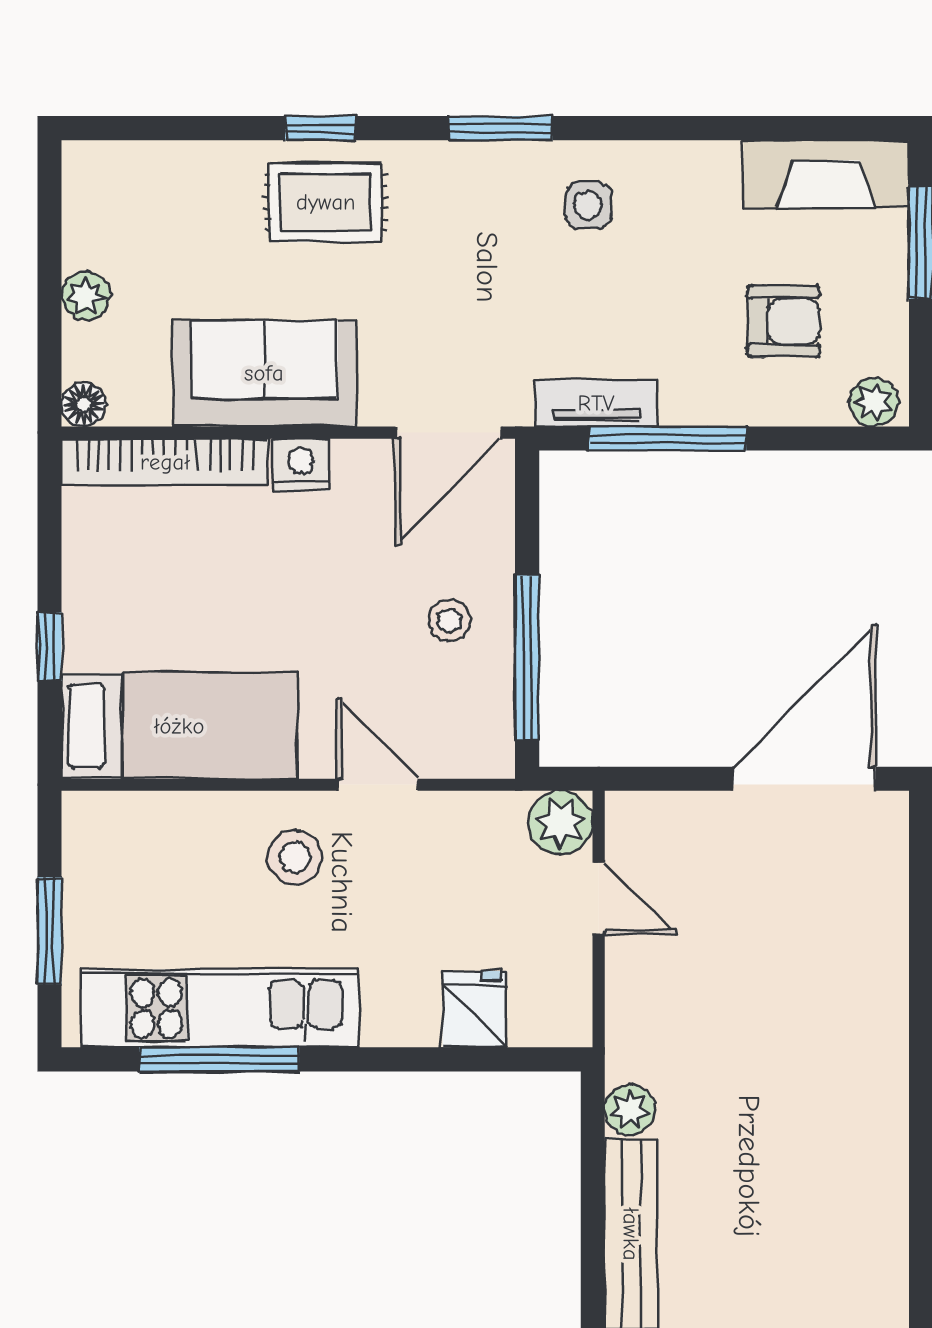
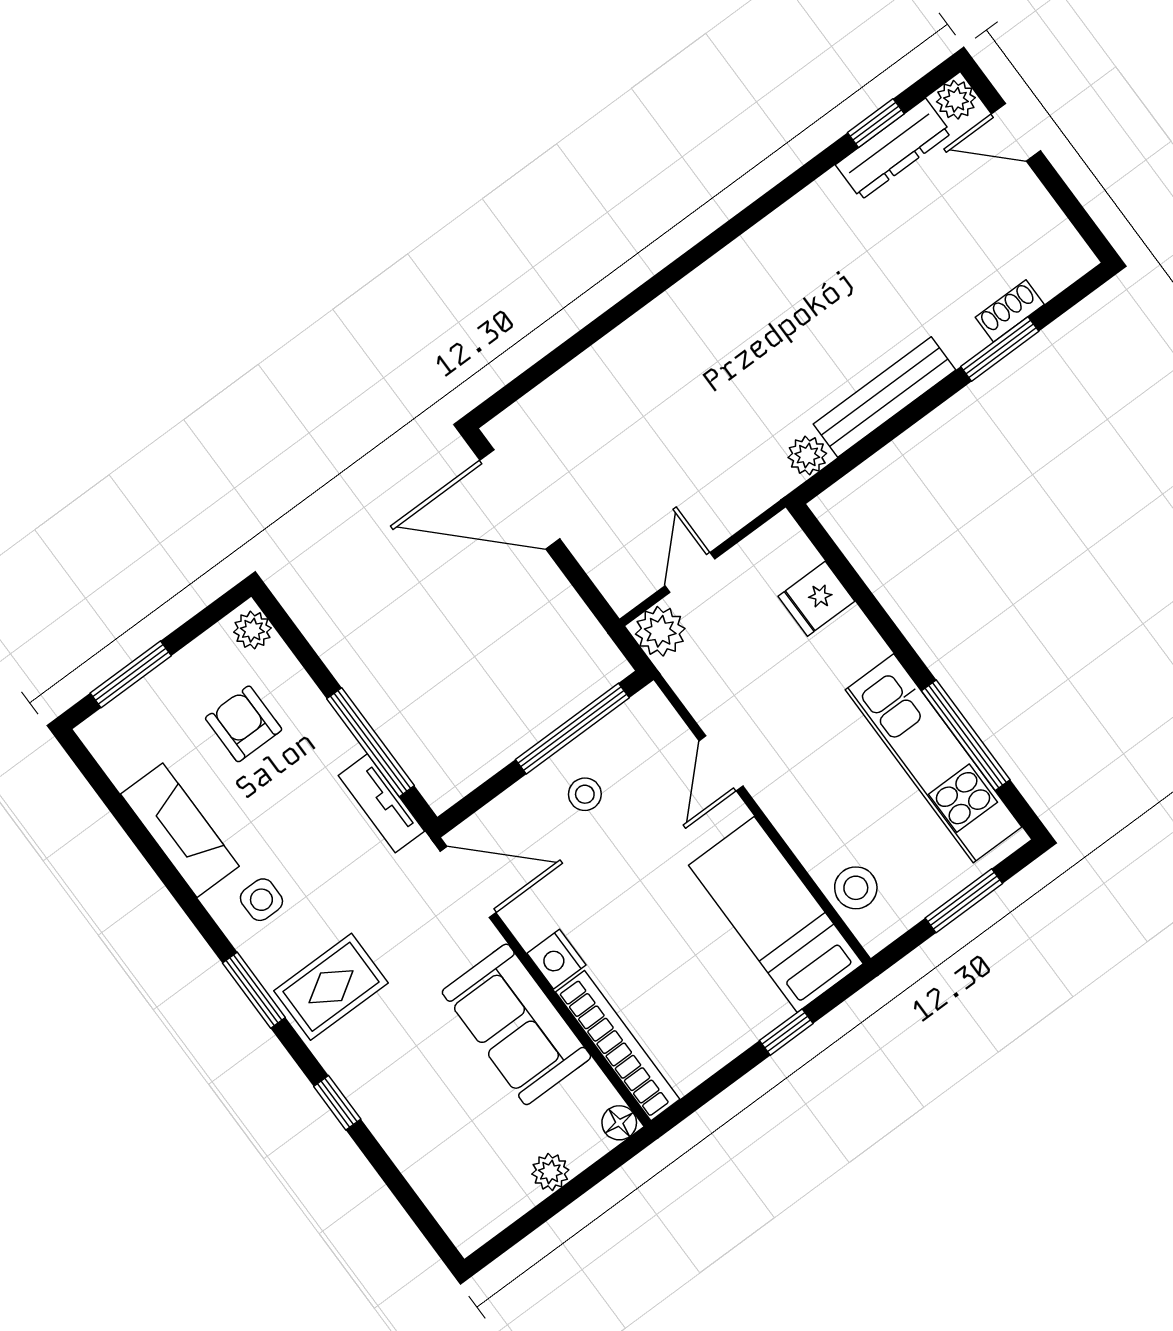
fireplace: (826, 174) -> (180, 830), moved
rug: (326, 202) -> (331, 987), moved, turned 90
stool: (295, 857) -> (856, 888), moved

